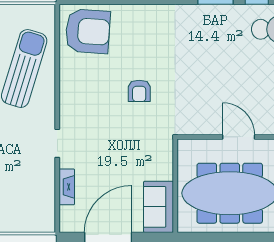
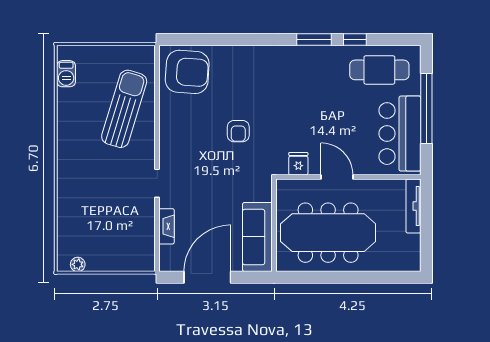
fridge: (200, 124) -> (298, 164), added
sofa: (159, 207) -> (257, 237), width x1.36

